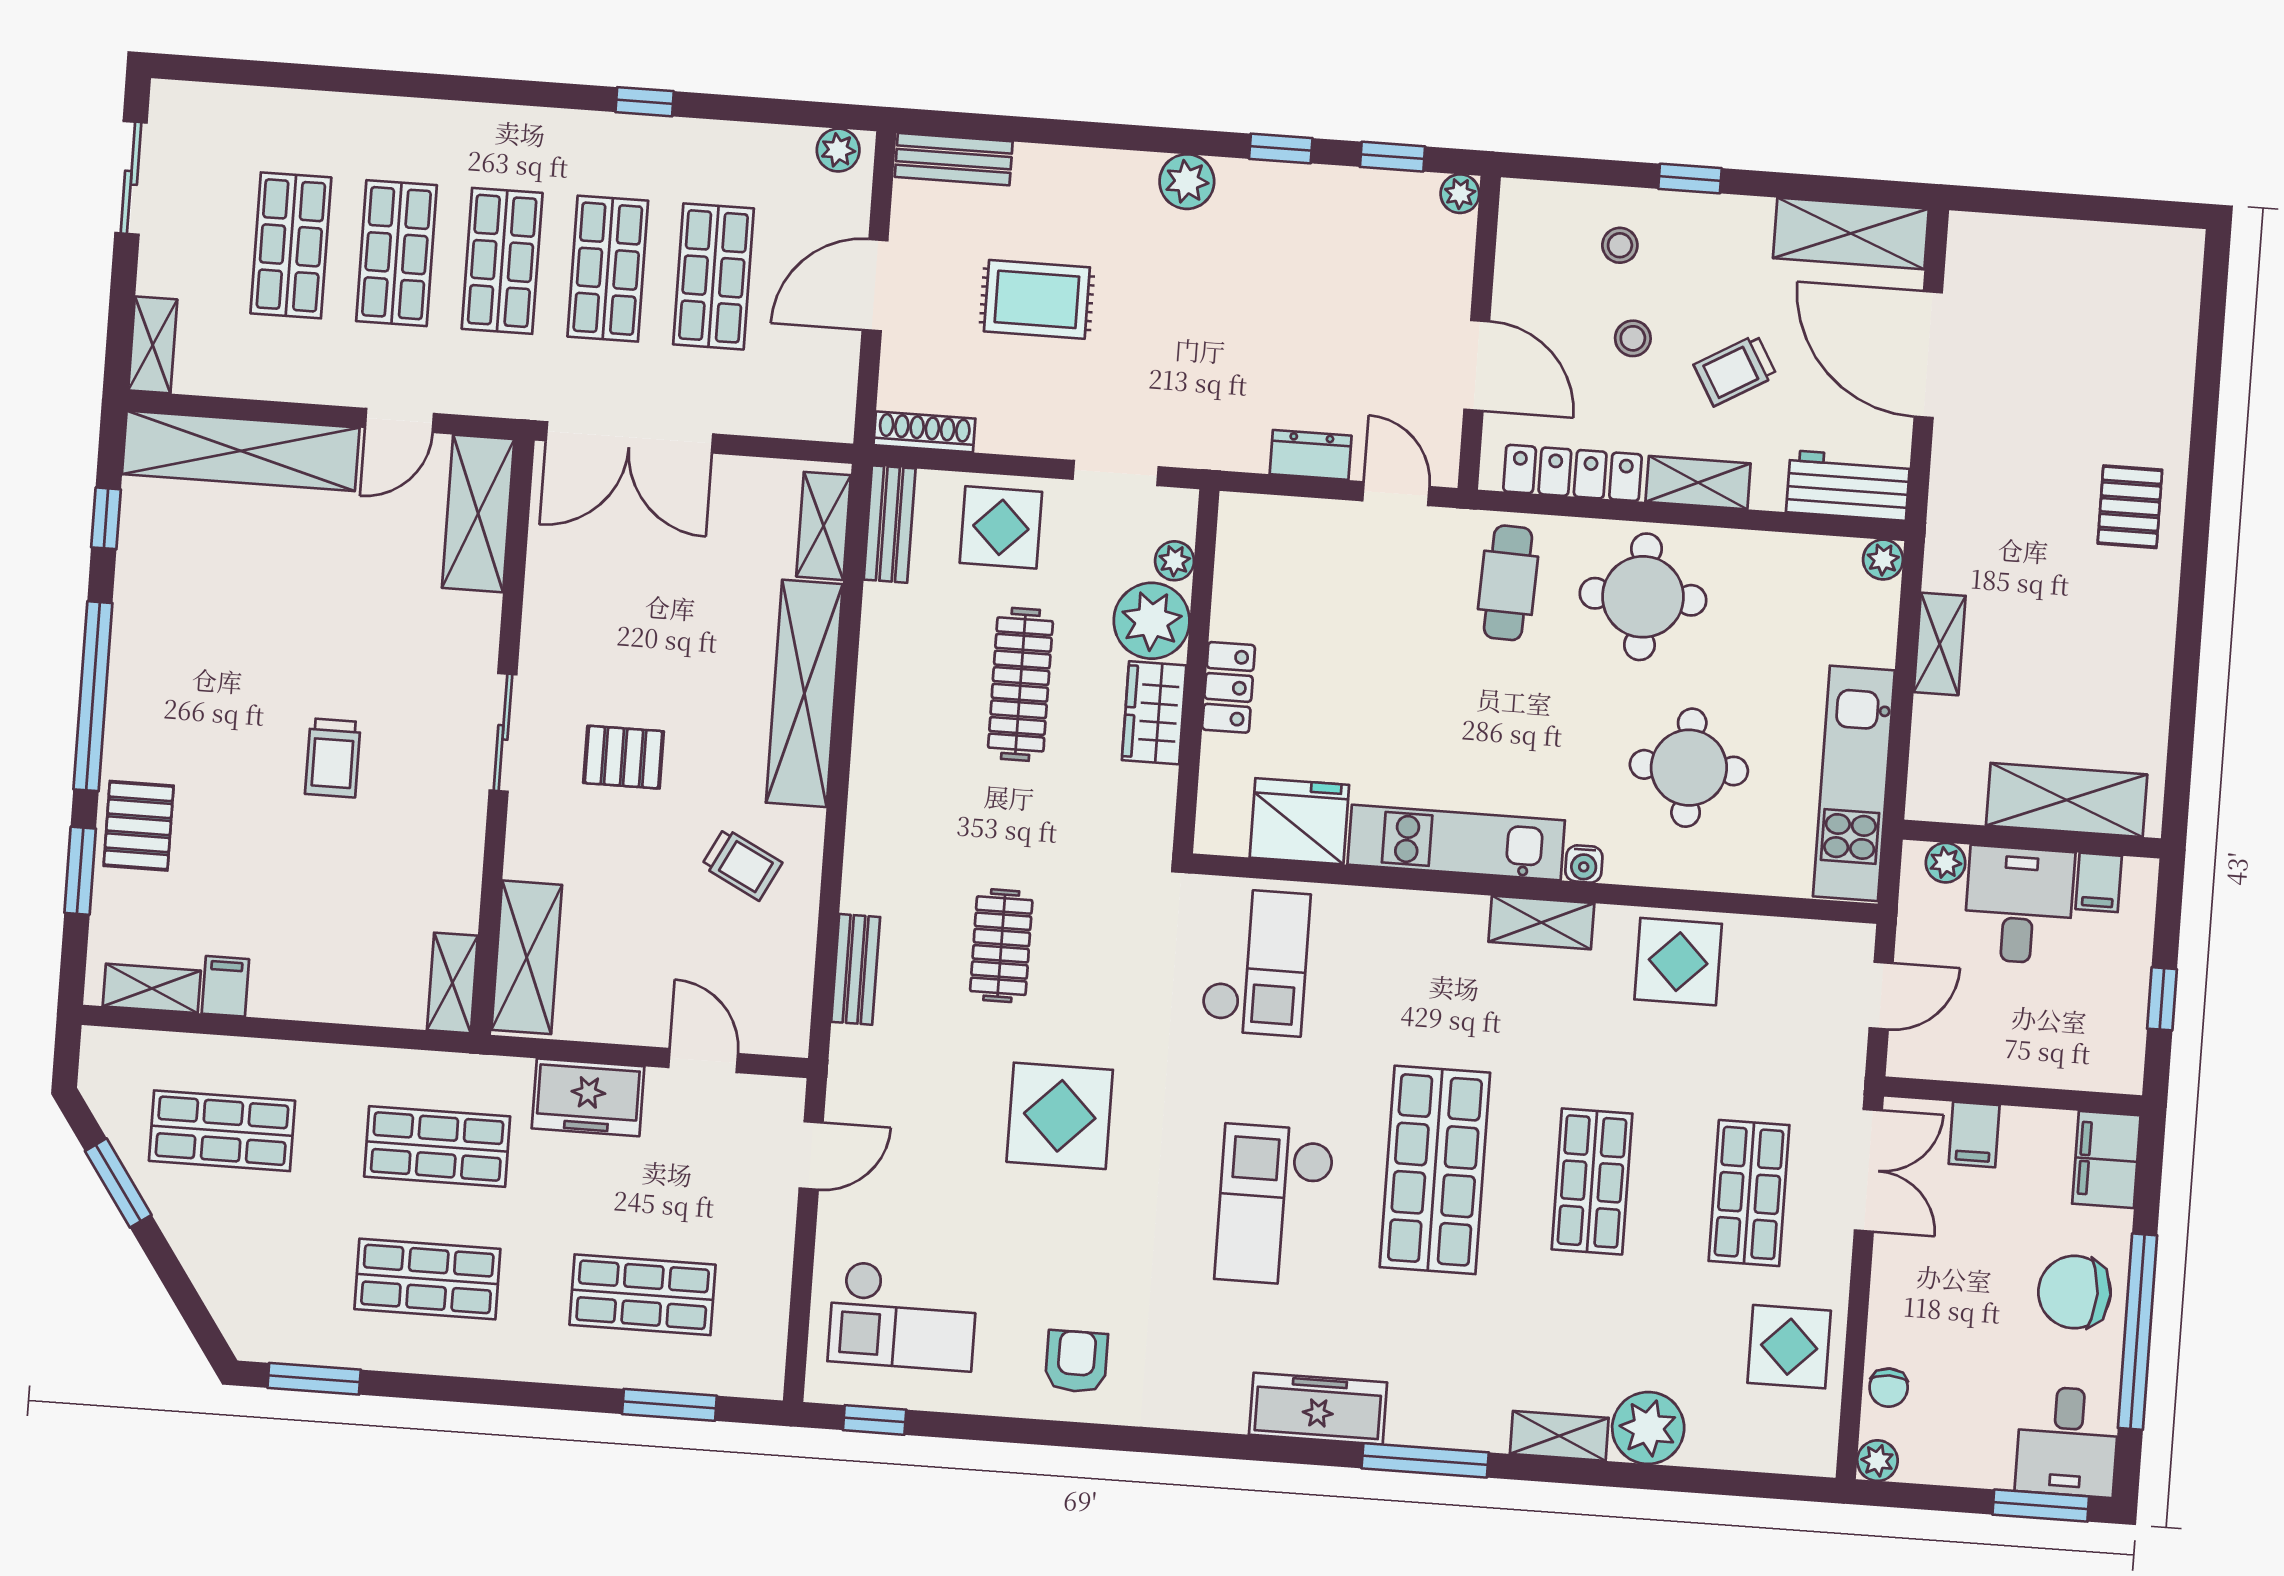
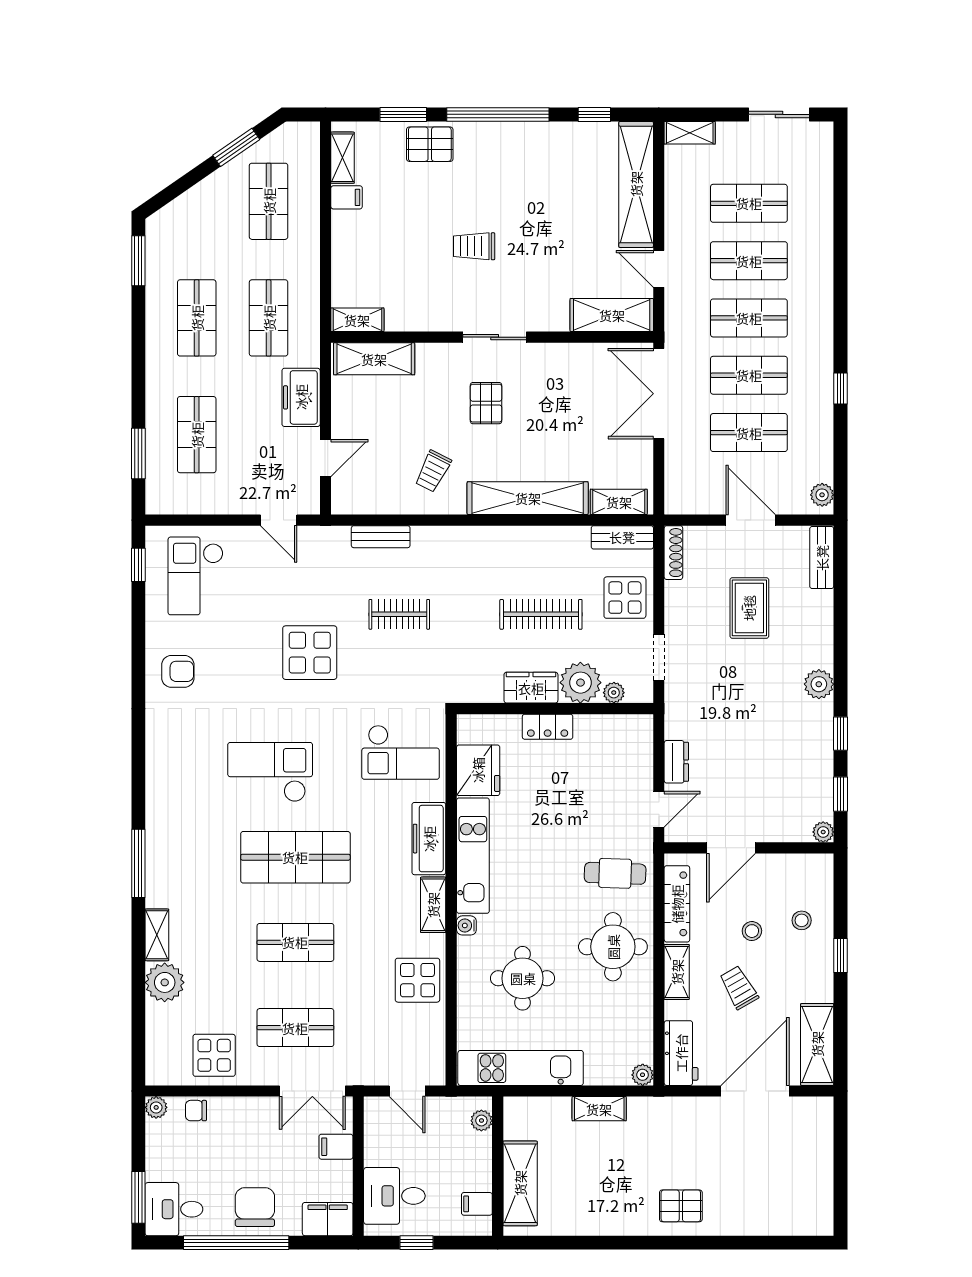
desk: (2019, 905) -> (394, 1196), moved, turned 180
freezer: (1318, 1409) -> (429, 839), moved, turned 180

